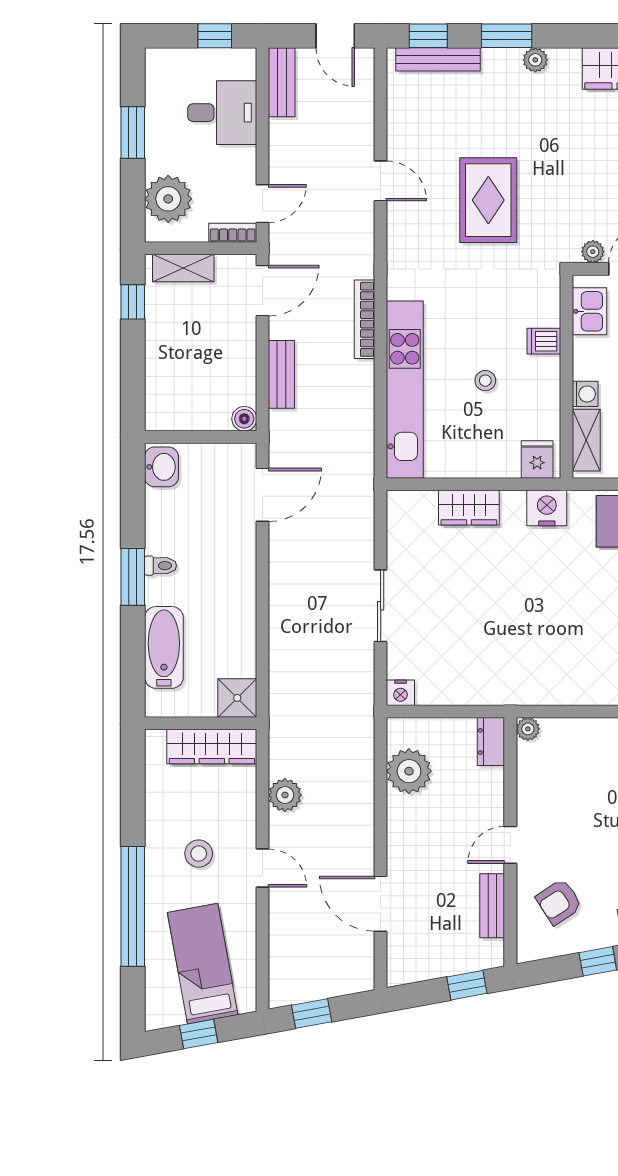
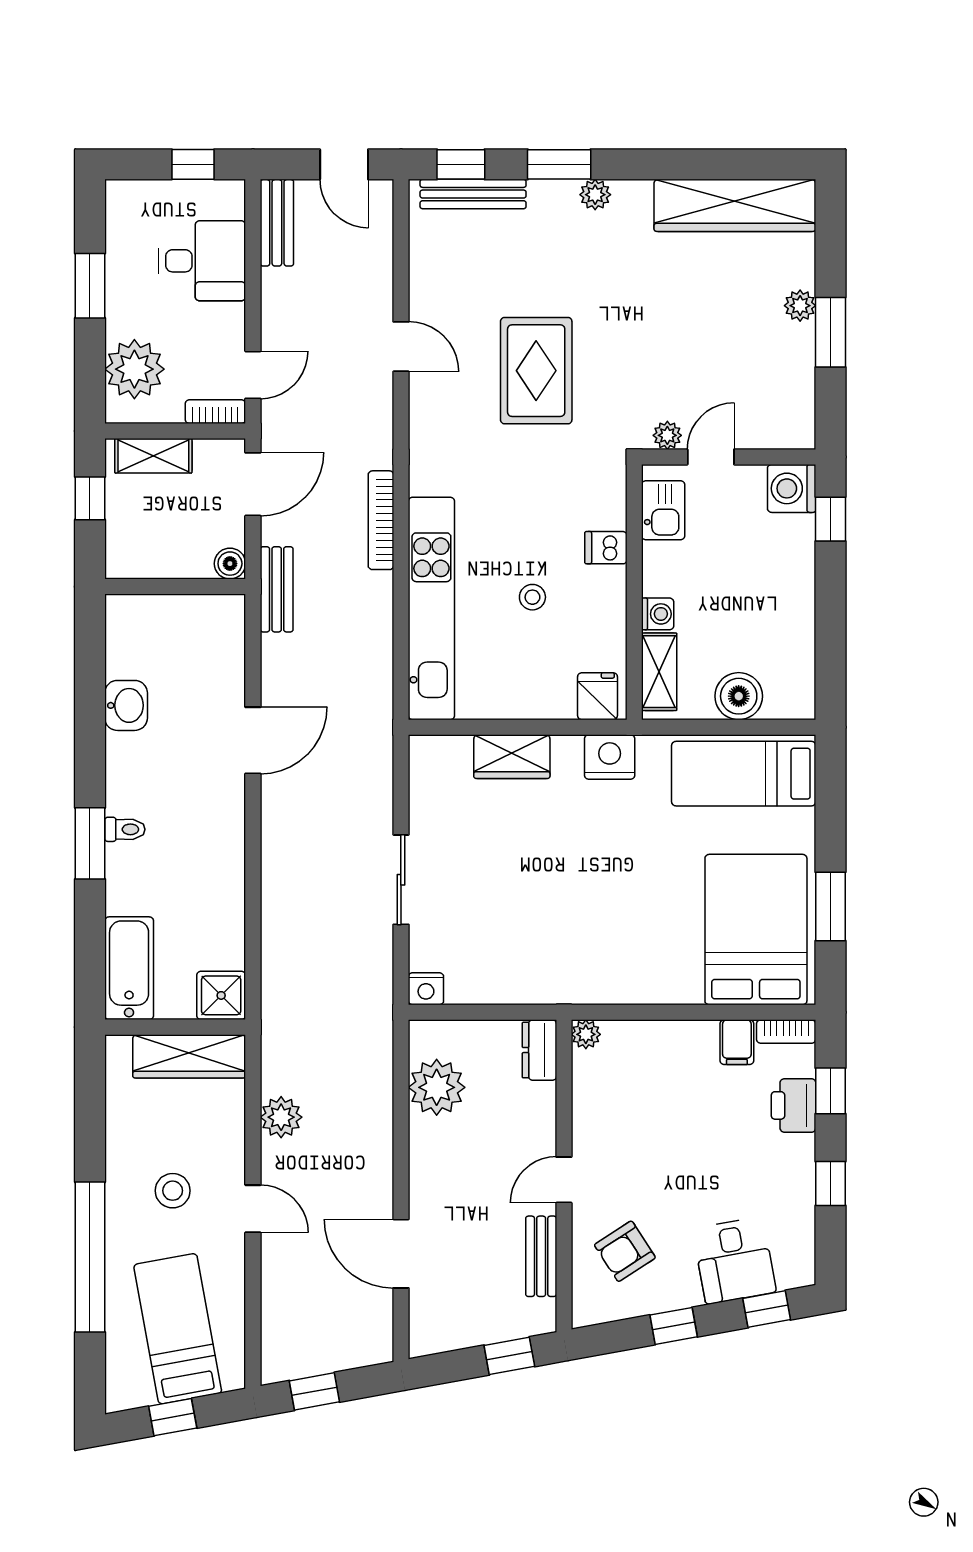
boiler: (244, 419) -> (230, 564), moved
wall: (201, 437) -> (175, 587), moved
bathtub: (164, 647) -> (129, 968), moved

